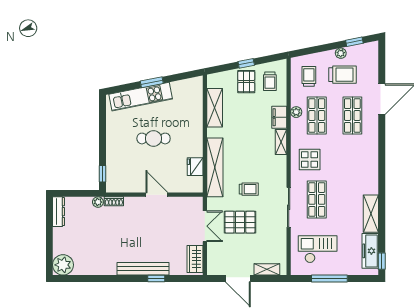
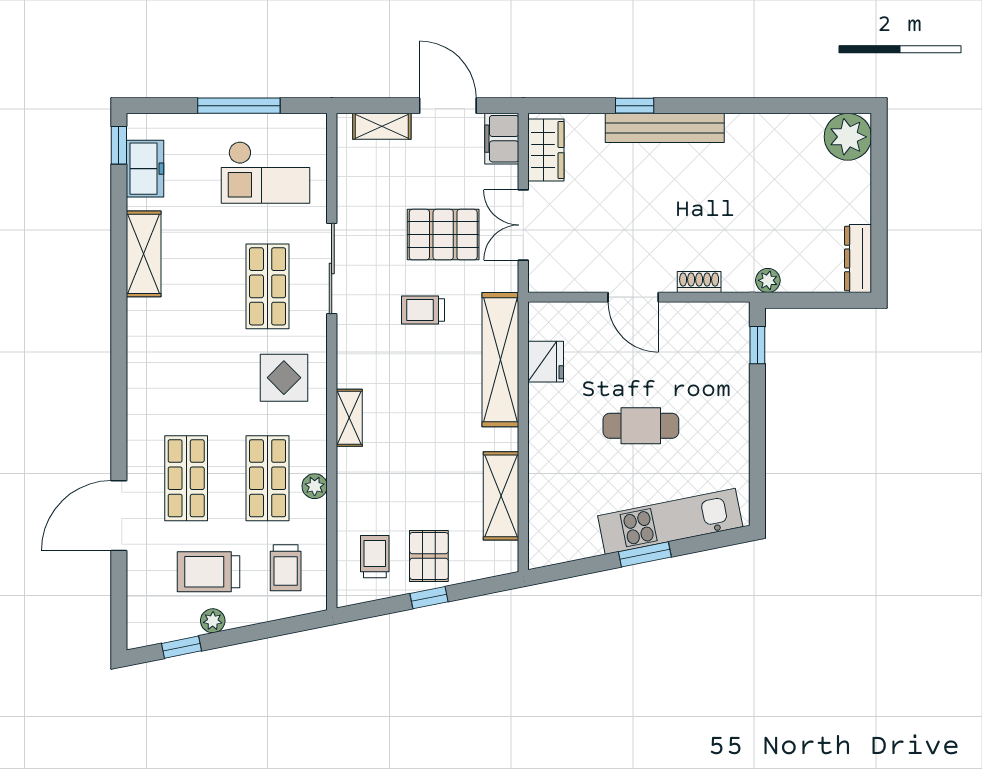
filing cabinet: (279, 117) -> (502, 139), moved, turned 180
shoe rack: (114, 201) -> (699, 282), moved
freezer: (370, 251) -> (145, 169), width x0.71

